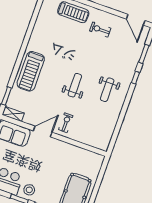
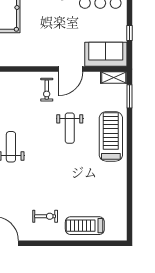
weight bench: (75, 85) -> (70, 128), moved

